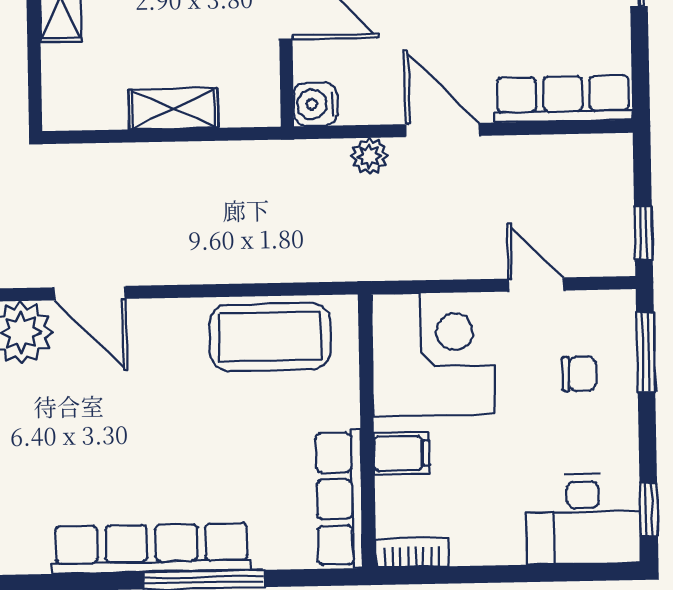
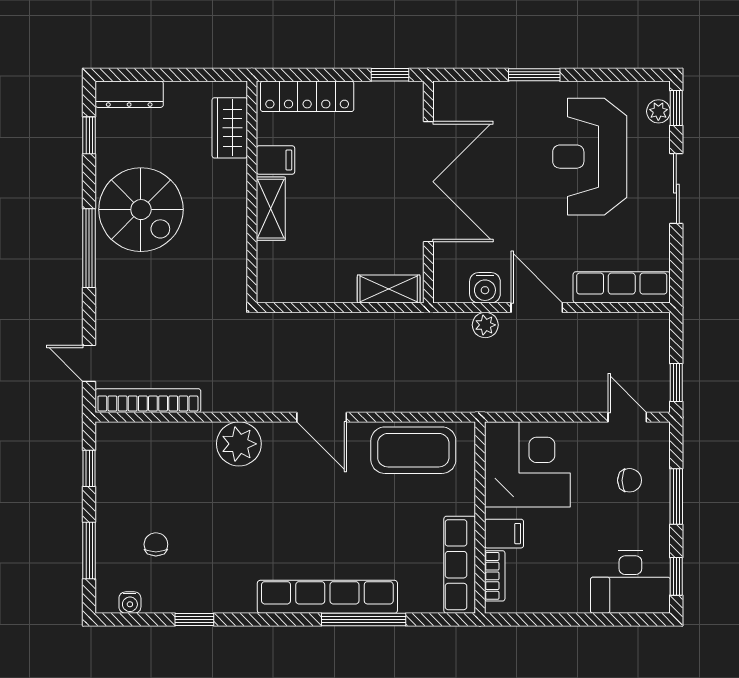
water cooler: (315, 104) -> (485, 288), moved, turned -90
shelving: (173, 109) -> (389, 289), moved
door: (536, 285) -> (627, 417), moved
door: (90, 293) -> (322, 417), moved
window: (646, 352) -> (676, 497), moved
bookcase: (412, 553) -> (495, 576), moved, turned 90

